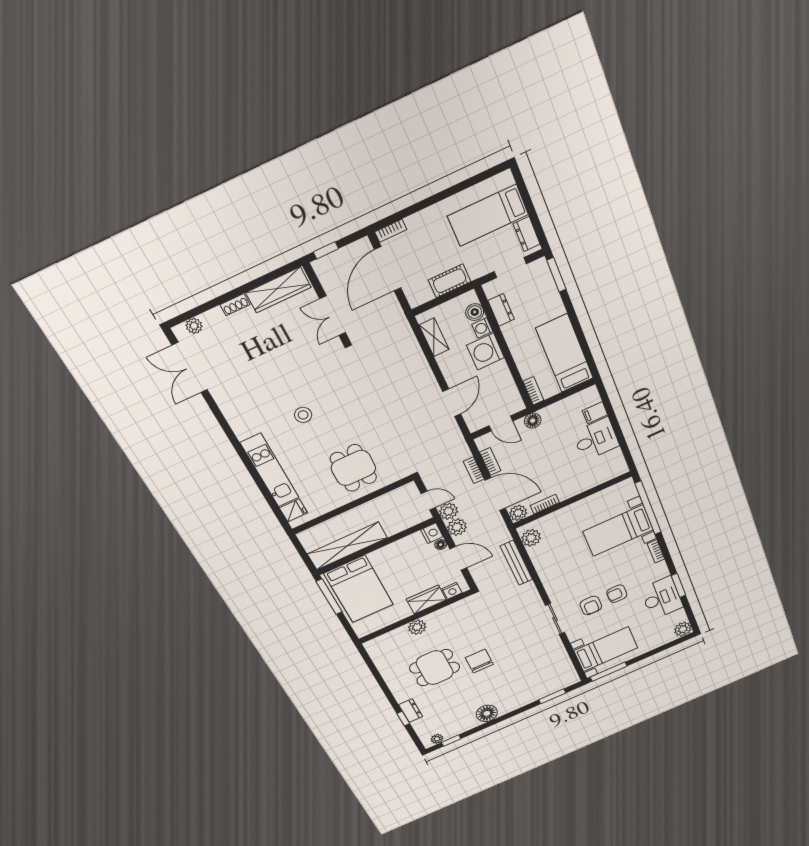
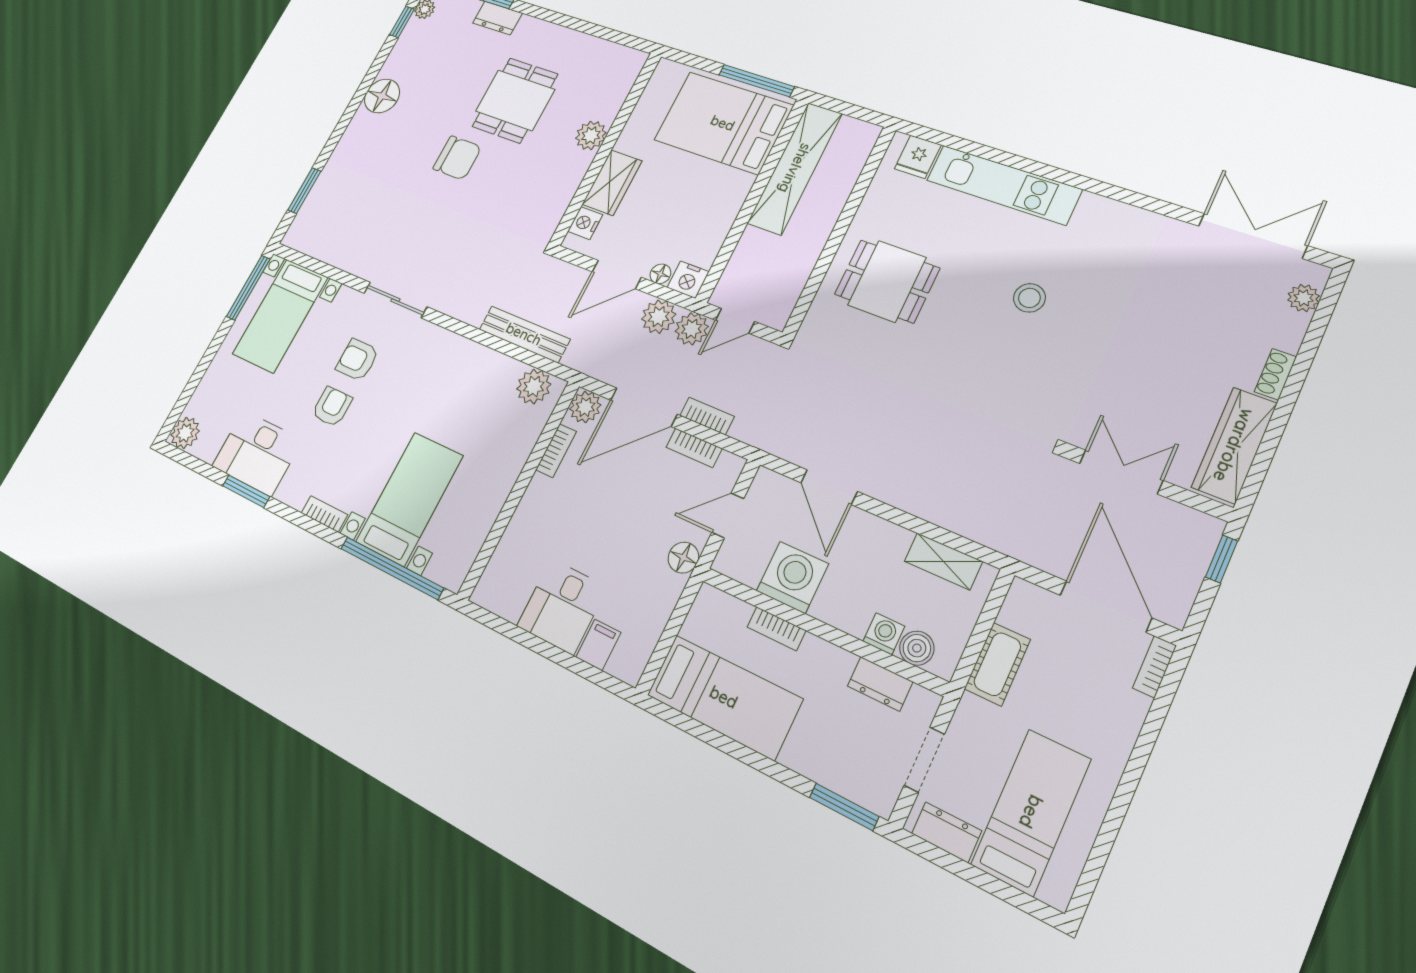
washing machine: (486, 352) -> (793, 577), moved
bookcase: (533, 391) -> (776, 629), moved

